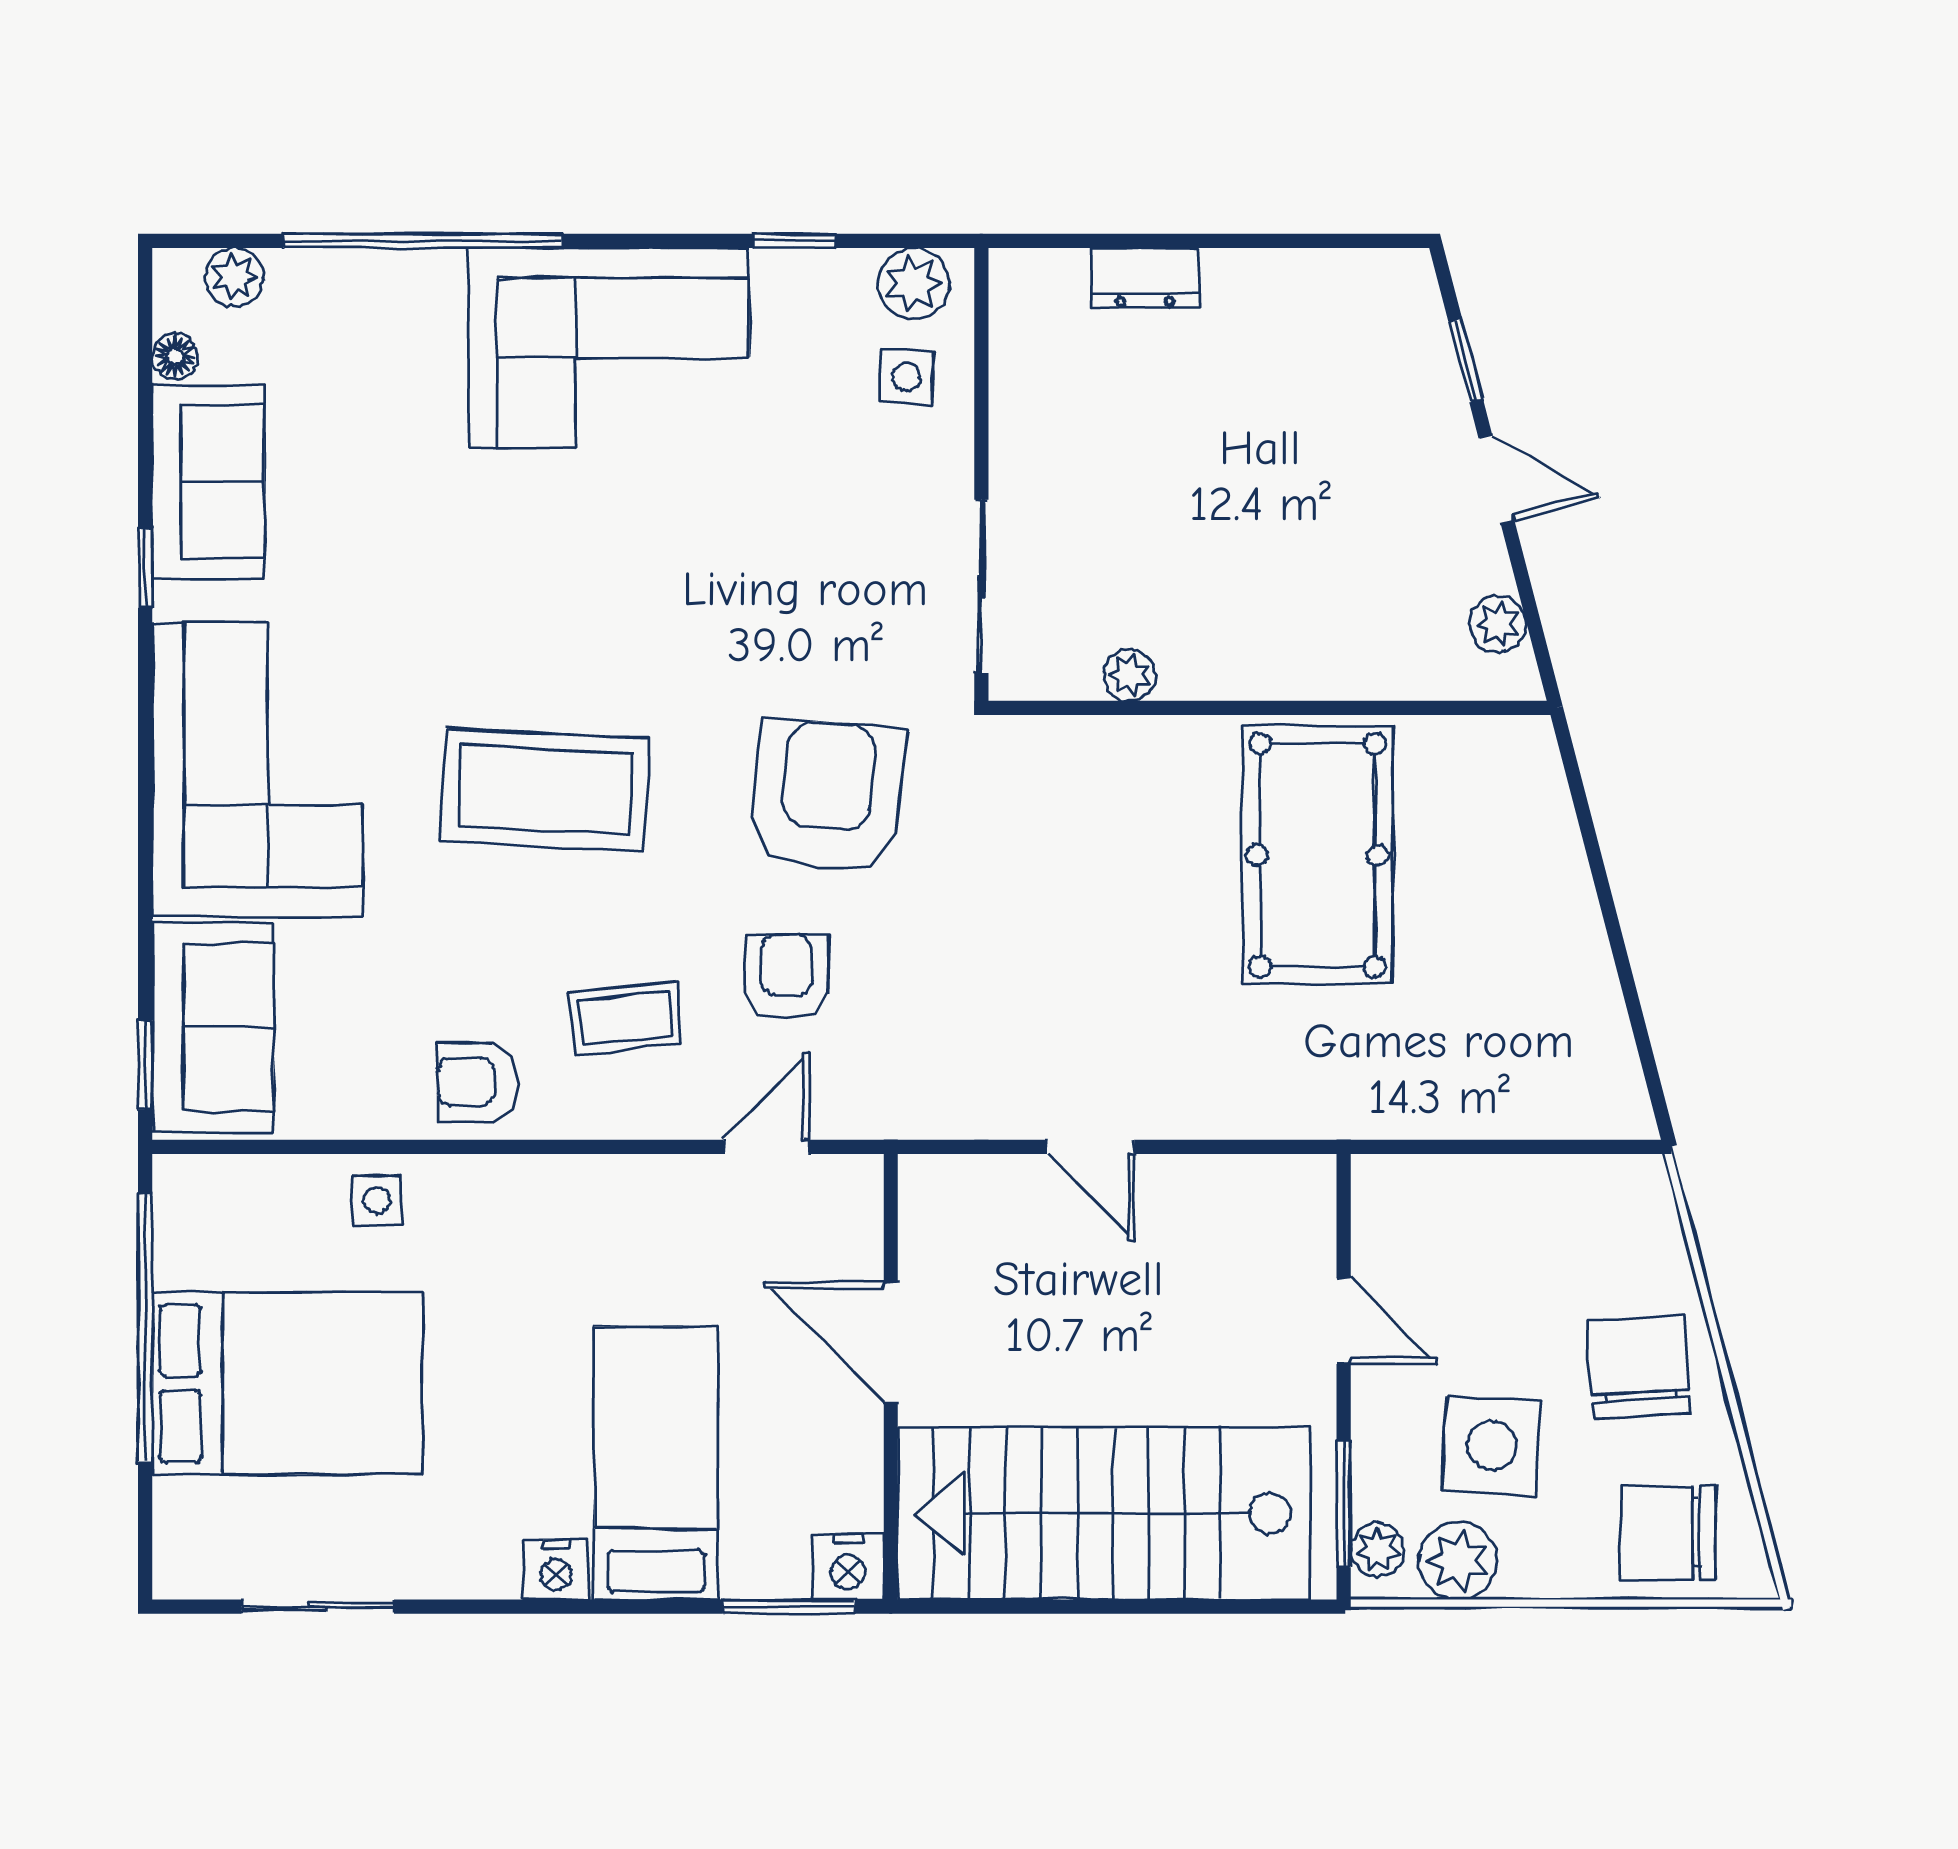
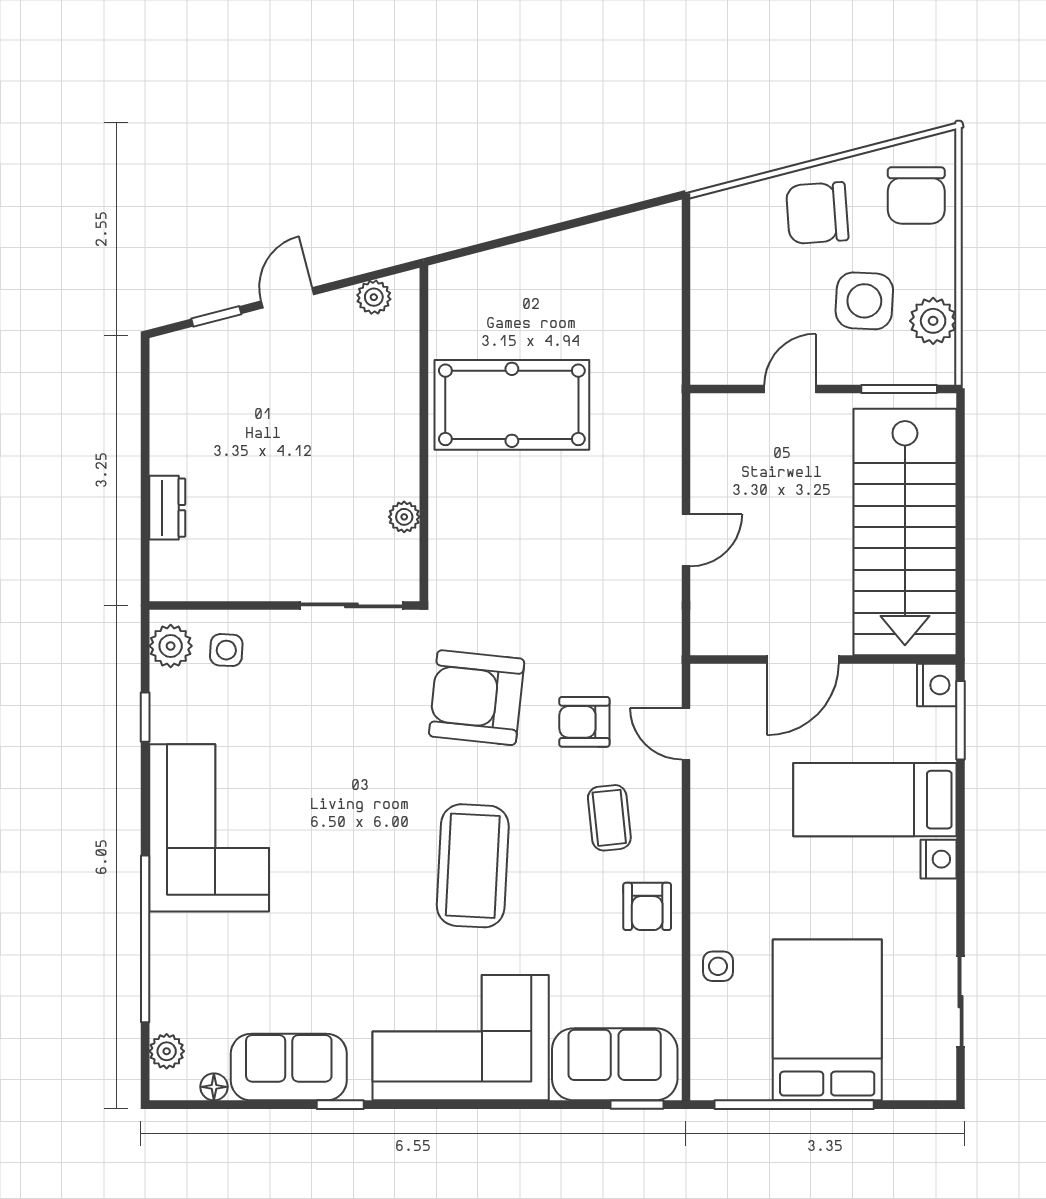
plant: (1378, 1550) -> (927, 369), removed

